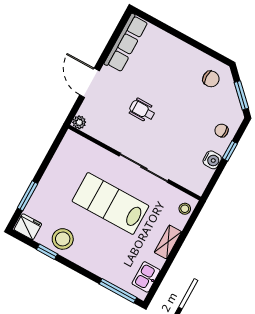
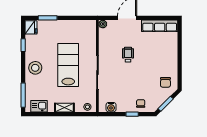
water cooler: (212, 160) -> (111, 107), moved
stool: (63, 239) -> (35, 68), moved

